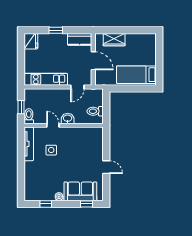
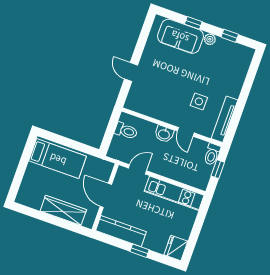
kitchen counter: (80, 39) -> (121, 231), width x1.50
wardrobe: (114, 40) -> (63, 210), width x1.50
door: (106, 167) -> (131, 72), moved
window: (87, 204) -> (193, 23), moved

